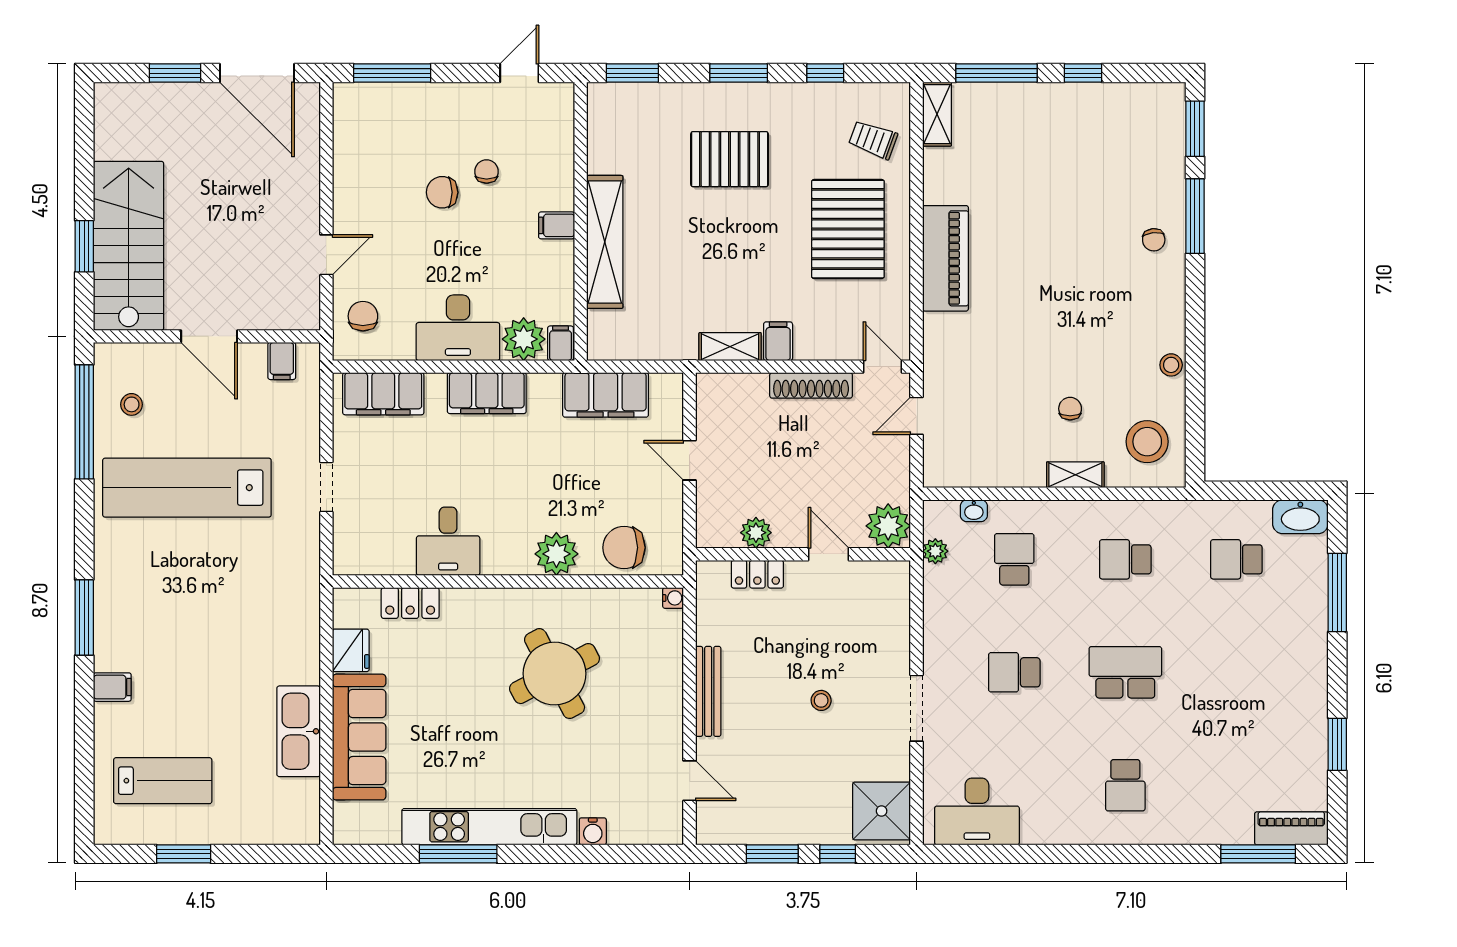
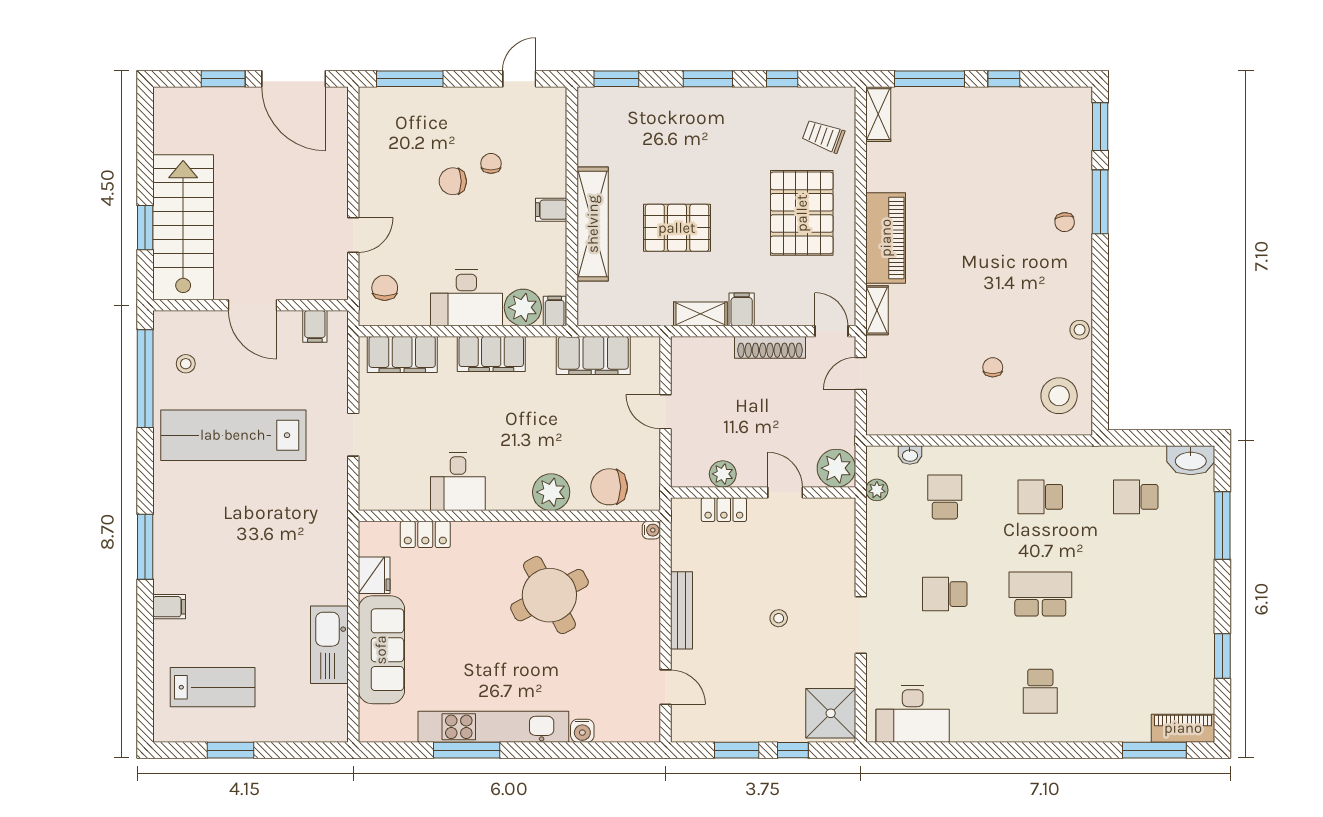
pallet: (730, 159) -> (677, 228), moved
shelving: (1075, 475) -> (877, 310), moved, turned 90

